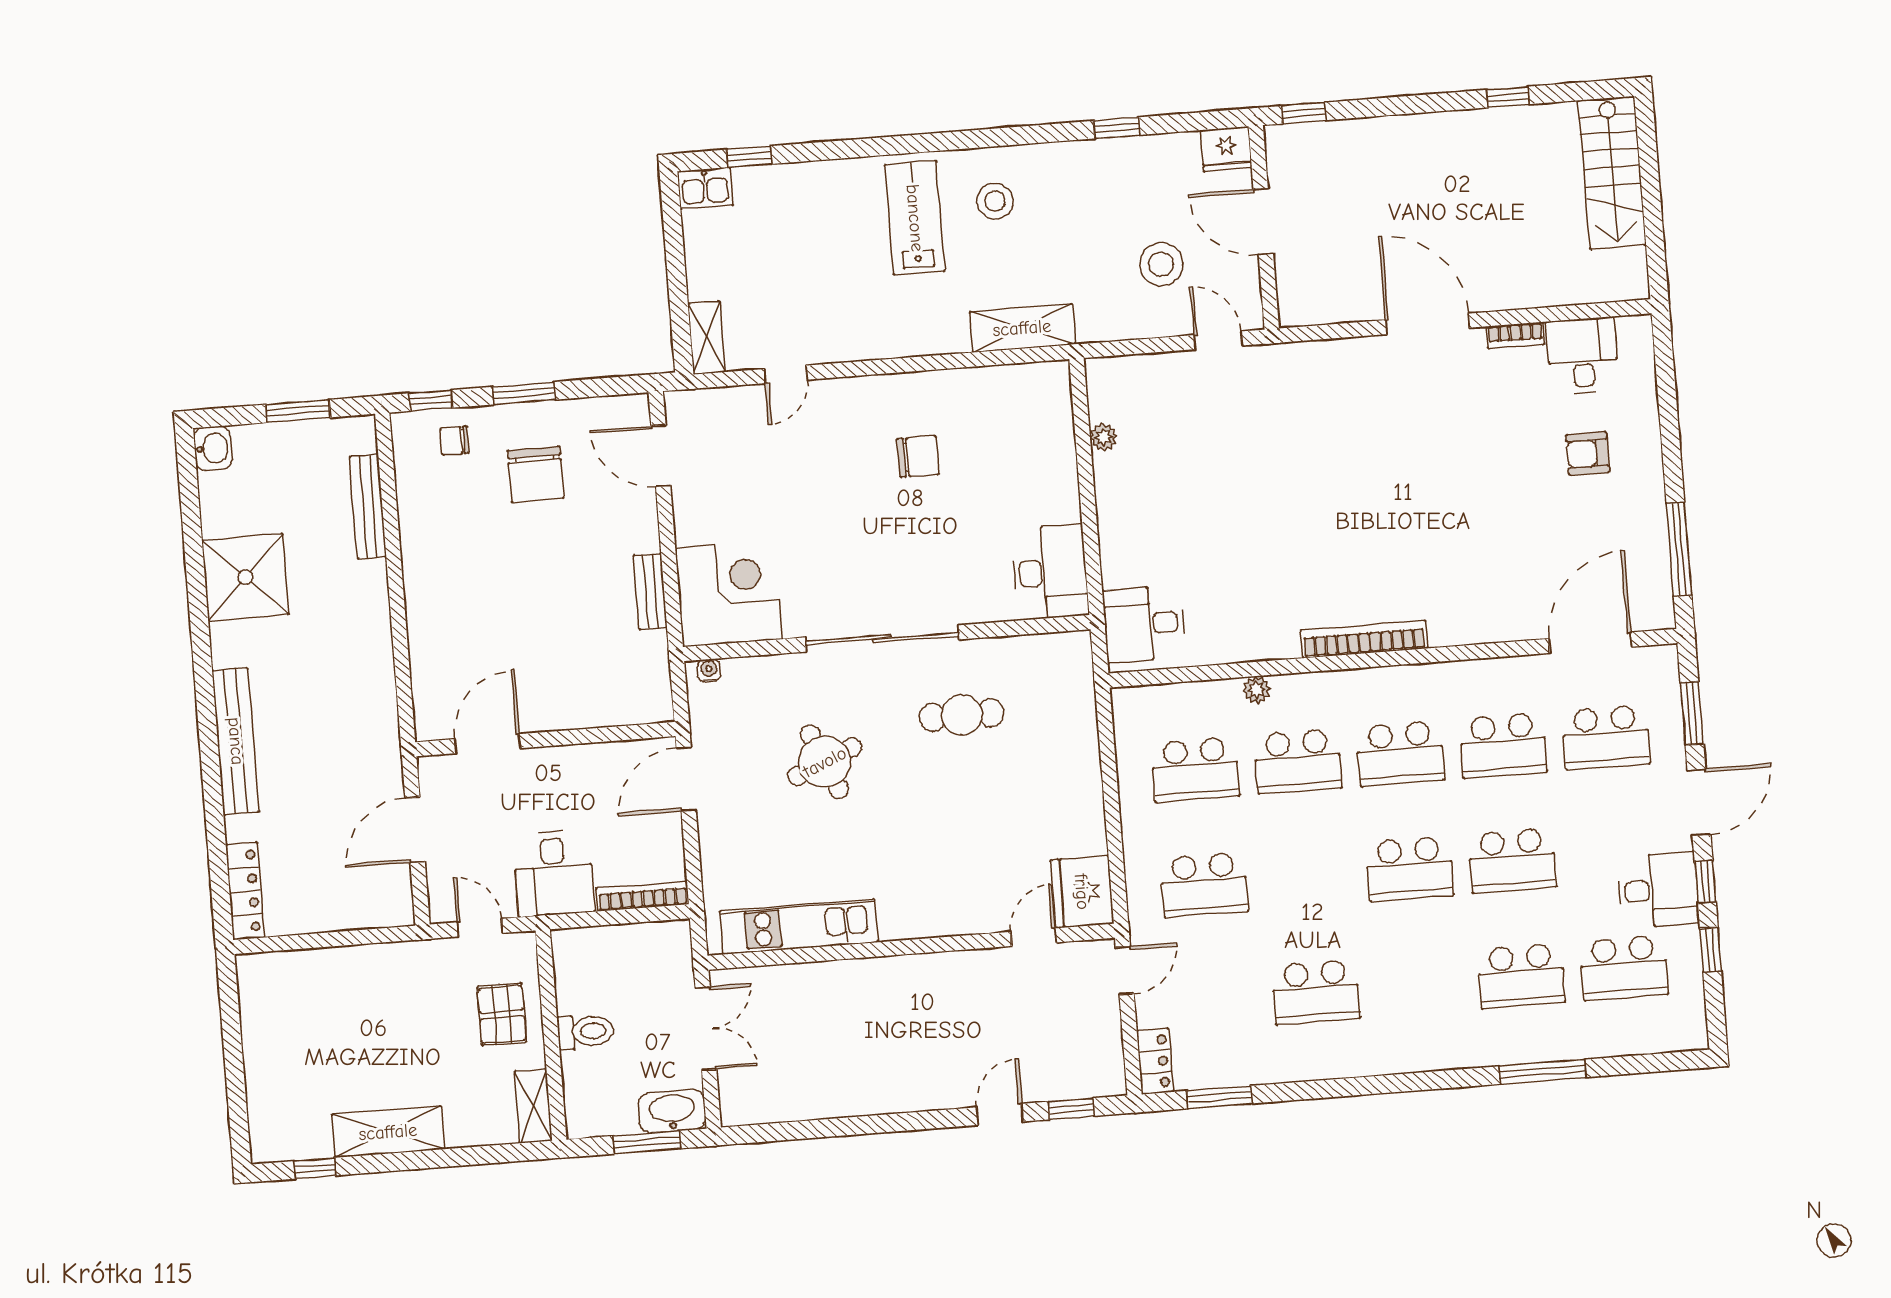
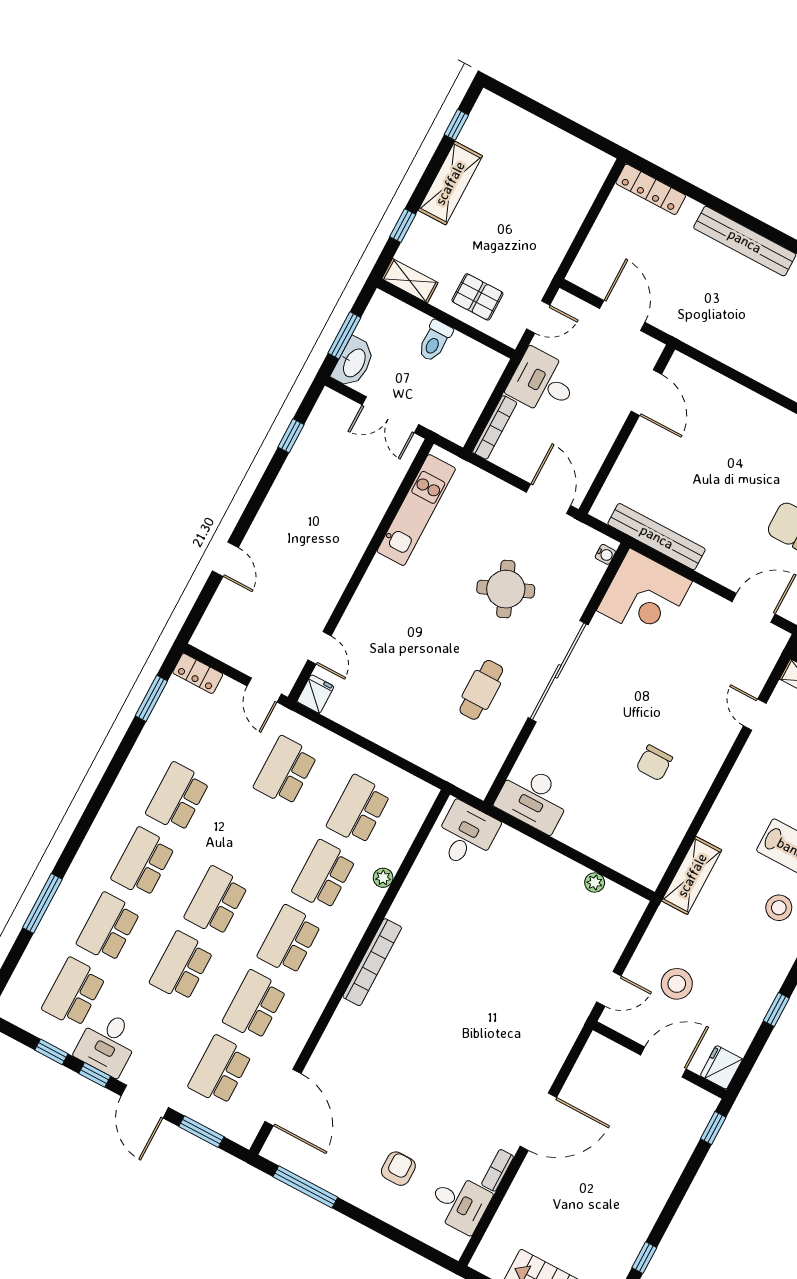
bench: (650, 592) -> (657, 537), width x1.86, depth x1.21
fridge: (1082, 892) -> (316, 694), width x0.53, depth x0.75
school desk: (1419, 984) -> (143, 862), added
window: (1071, 1109) -> (291, 436), moved
window: (474, 1156) -> (403, 226), added

